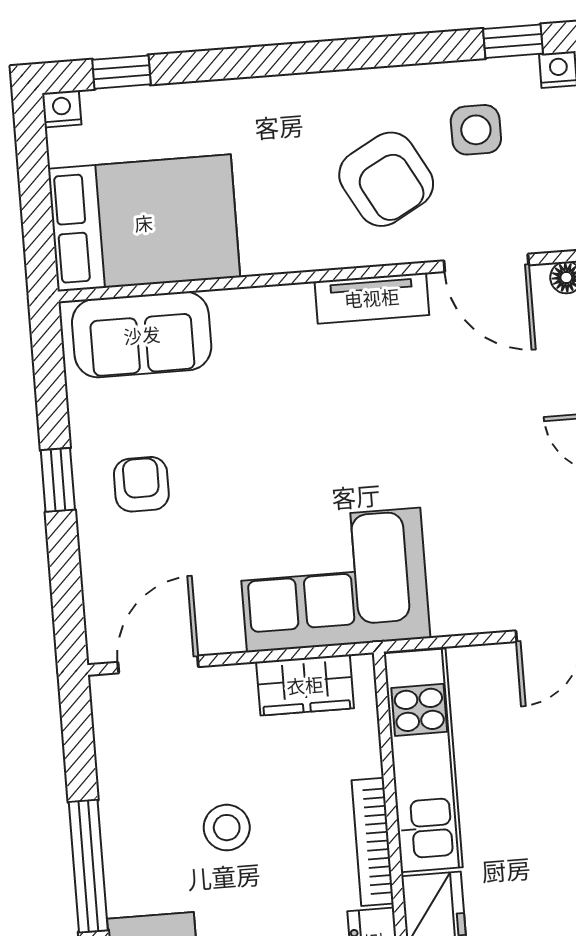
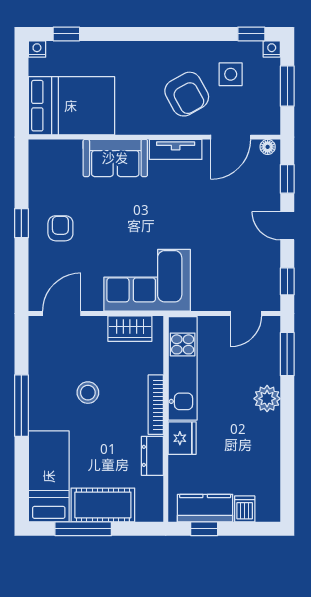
door: (486, 263) -> (231, 137), hinge flipped
sofa: (142, 335) -> (115, 158), moved

